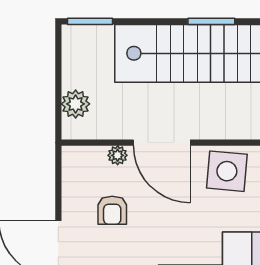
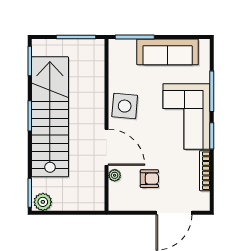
plant: (76, 104) -> (43, 202), moved
door: (162, 143) -> (107, 147), hinge flipped

